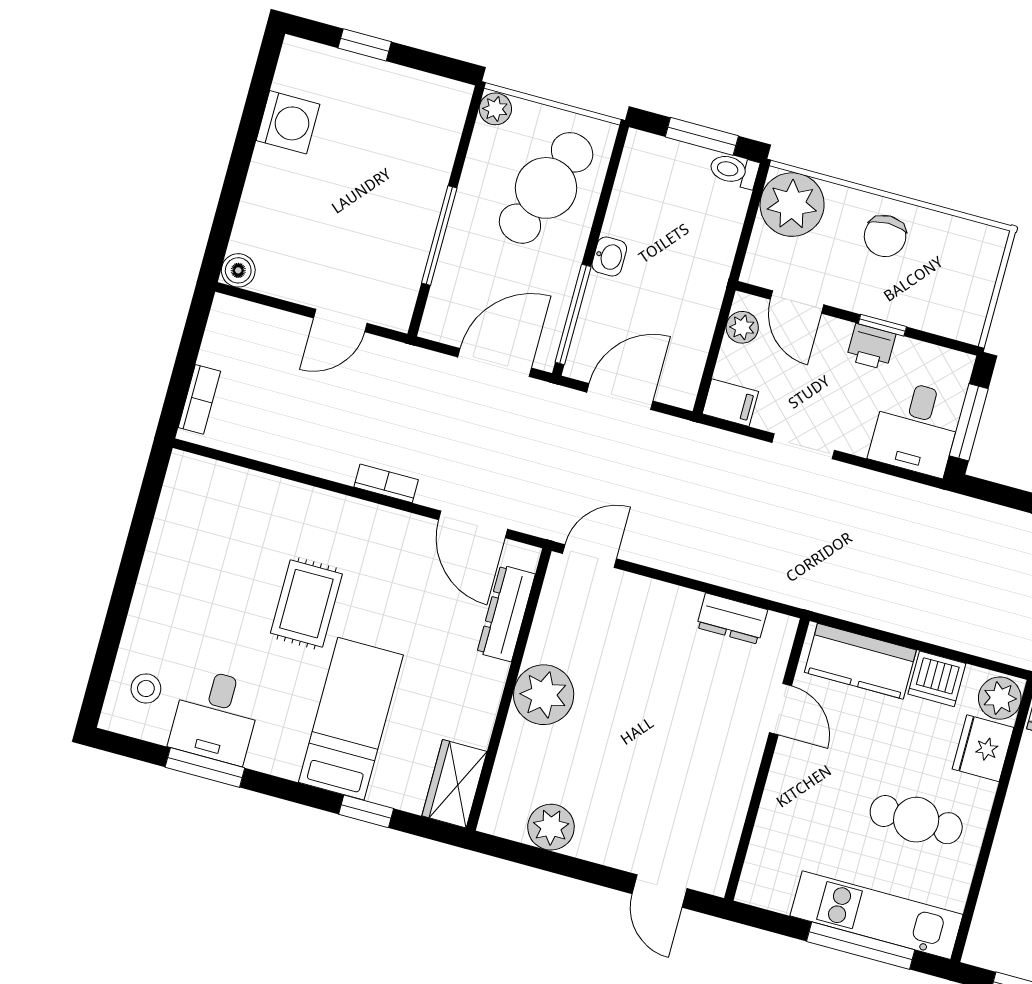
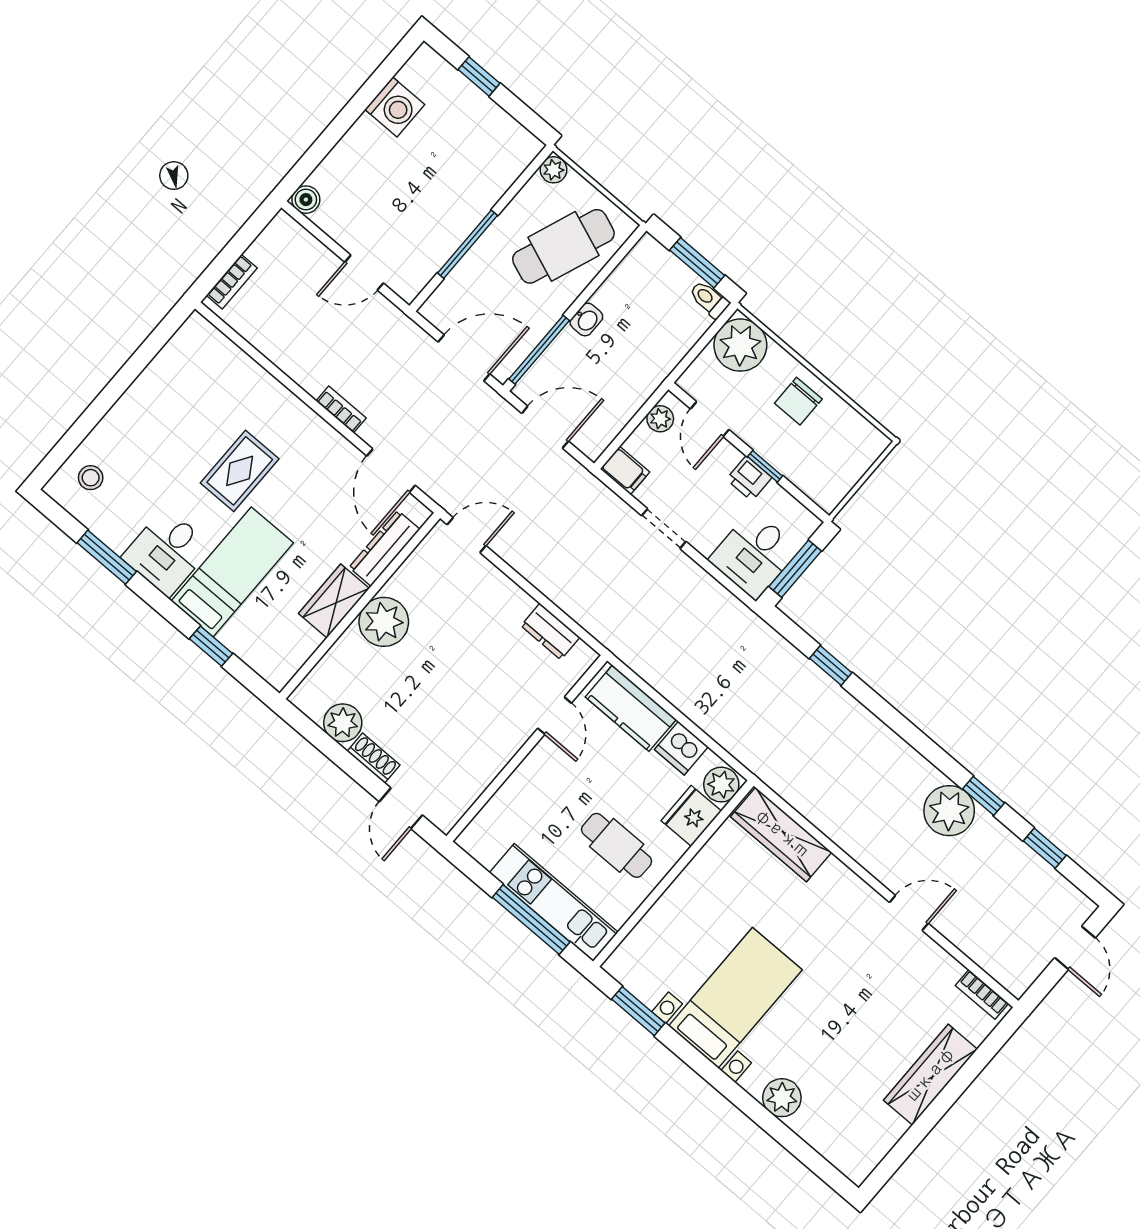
desk: (216, 716) -> (167, 552), moved
wardrobe: (454, 784) -> (334, 601), moved
shoe rack: (603, 850) -> (374, 758), added

